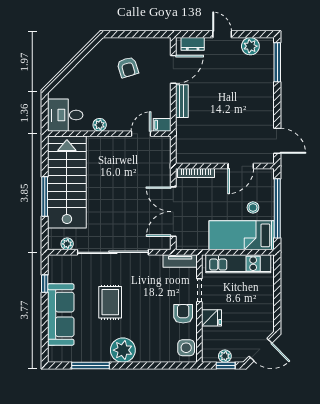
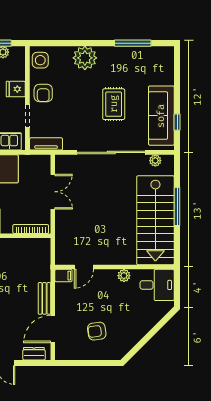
armchair: (128, 67) -> (97, 331), turned -81
double door: (173, 212) -> (53, 192), width x0.73
sofa: (61, 314) -> (161, 116), moved
plant: (123, 350) -> (85, 58), moved

